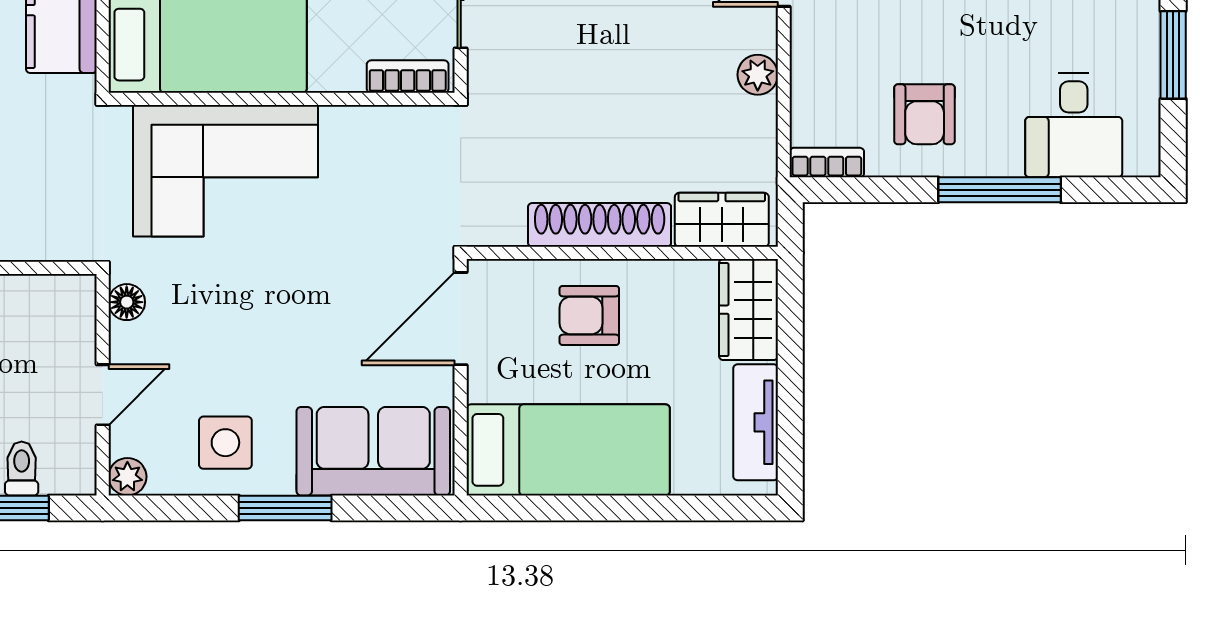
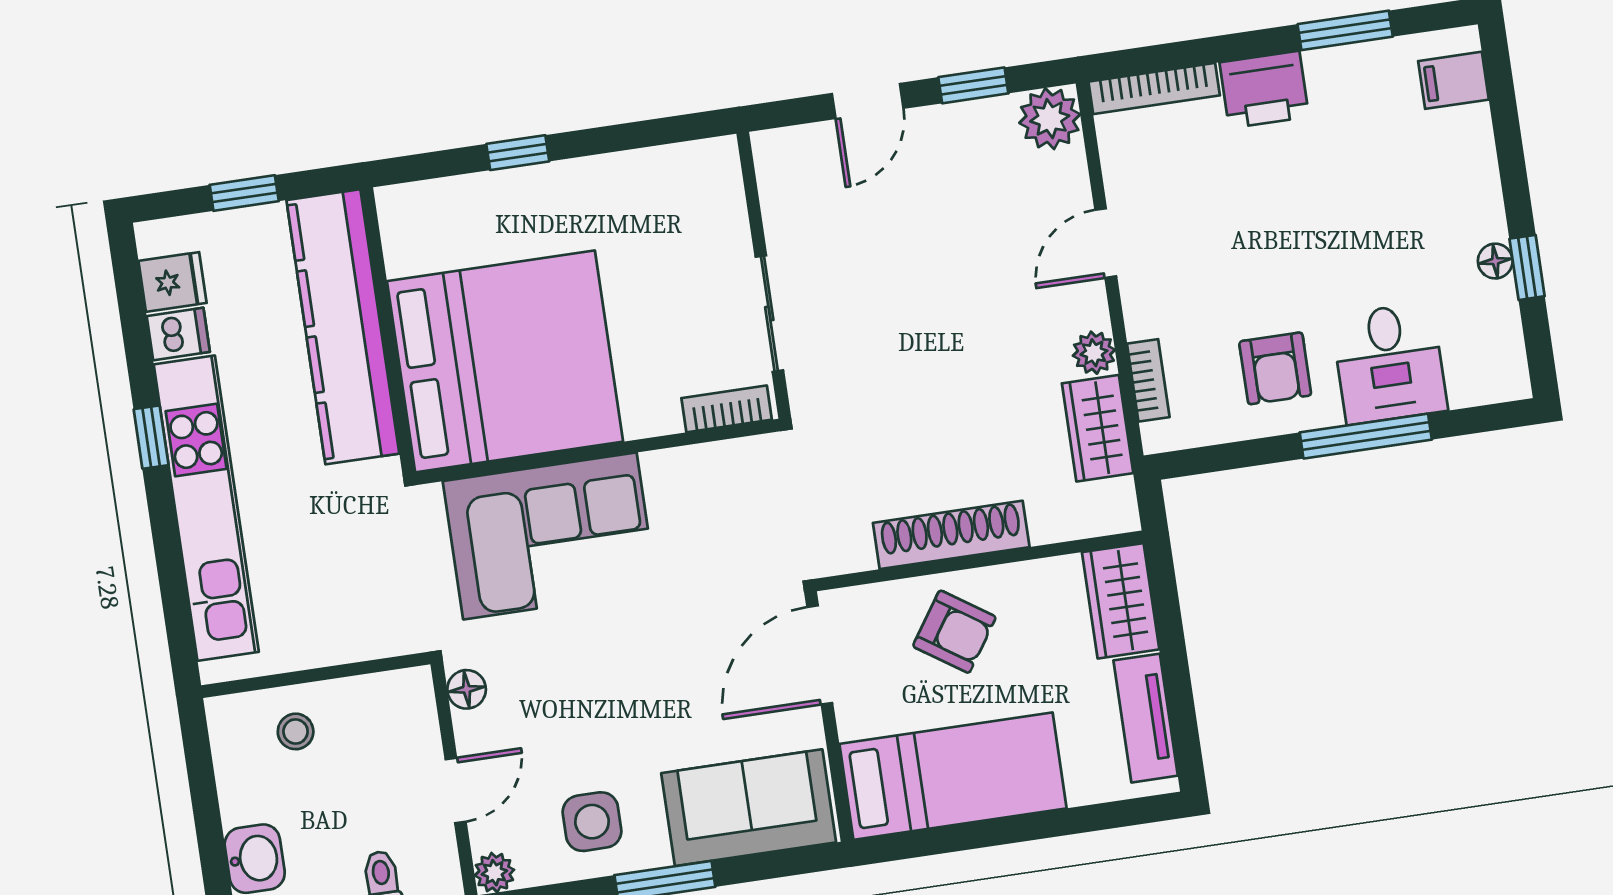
floor lamp: (1144, 45) -> (1495, 261), added
window: (1173, 55) -> (1527, 267), width x0.67
desk: (1074, 125) -> (1389, 363), moved
bookcase: (827, 163) -> (1148, 380), moved, turned 90
wardrobe: (722, 220) -> (1098, 428), moved, turned -90
armchair: (589, 315) -> (954, 632), turned -146

